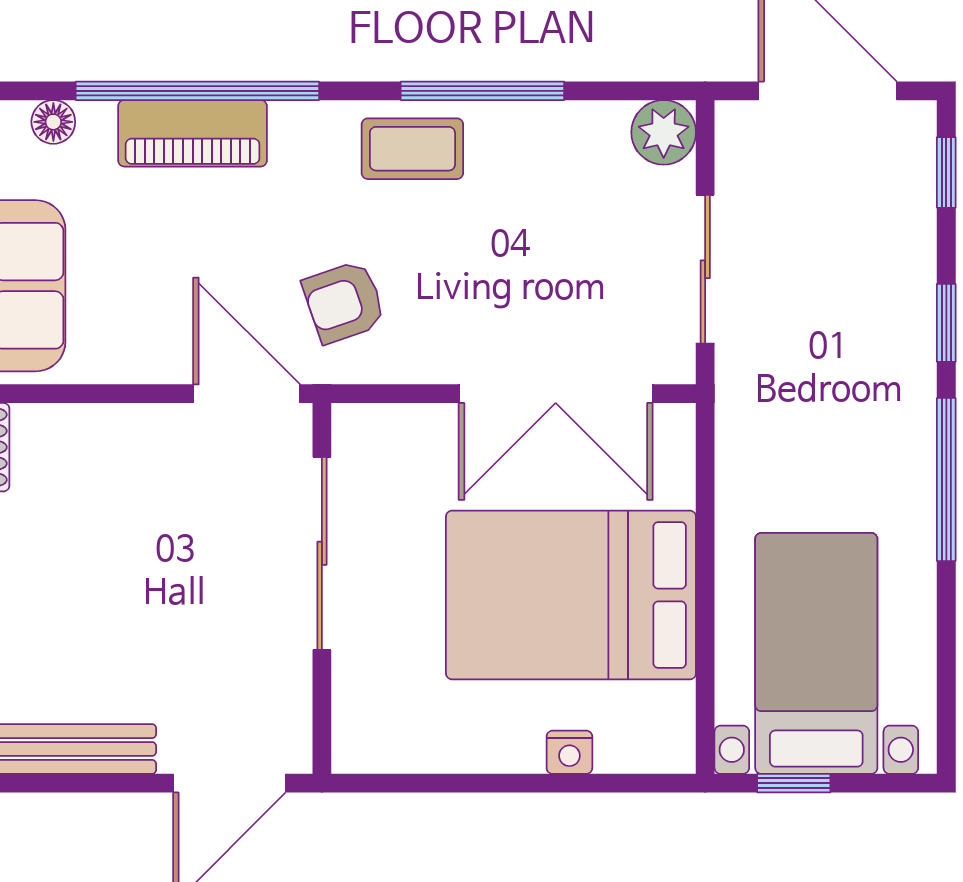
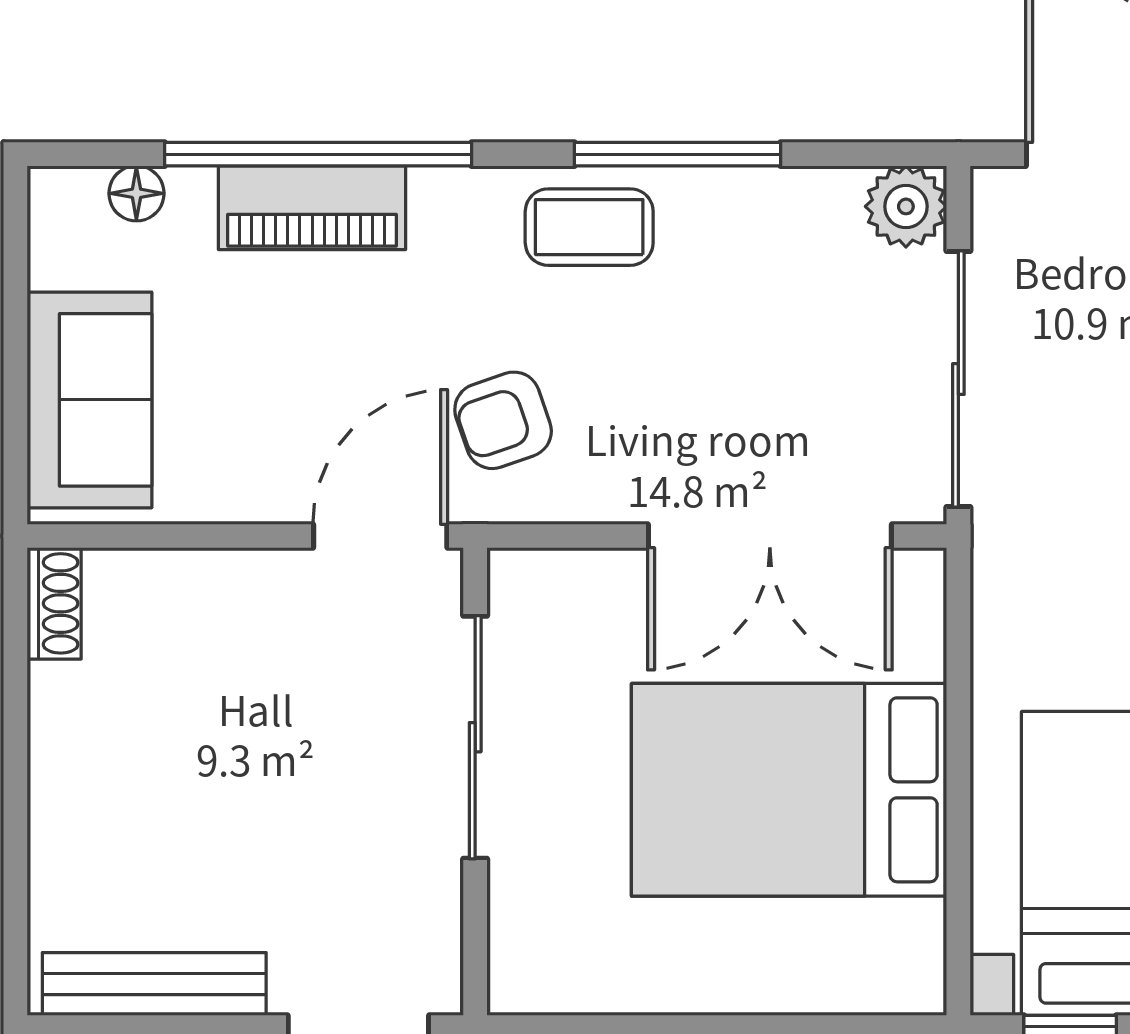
sliding door: (705, 269) -> (958, 379), width x1.37
door: (247, 394) -> (380, 536), hinge flipped
nightstand: (569, 752) -> (787, 988), removed

